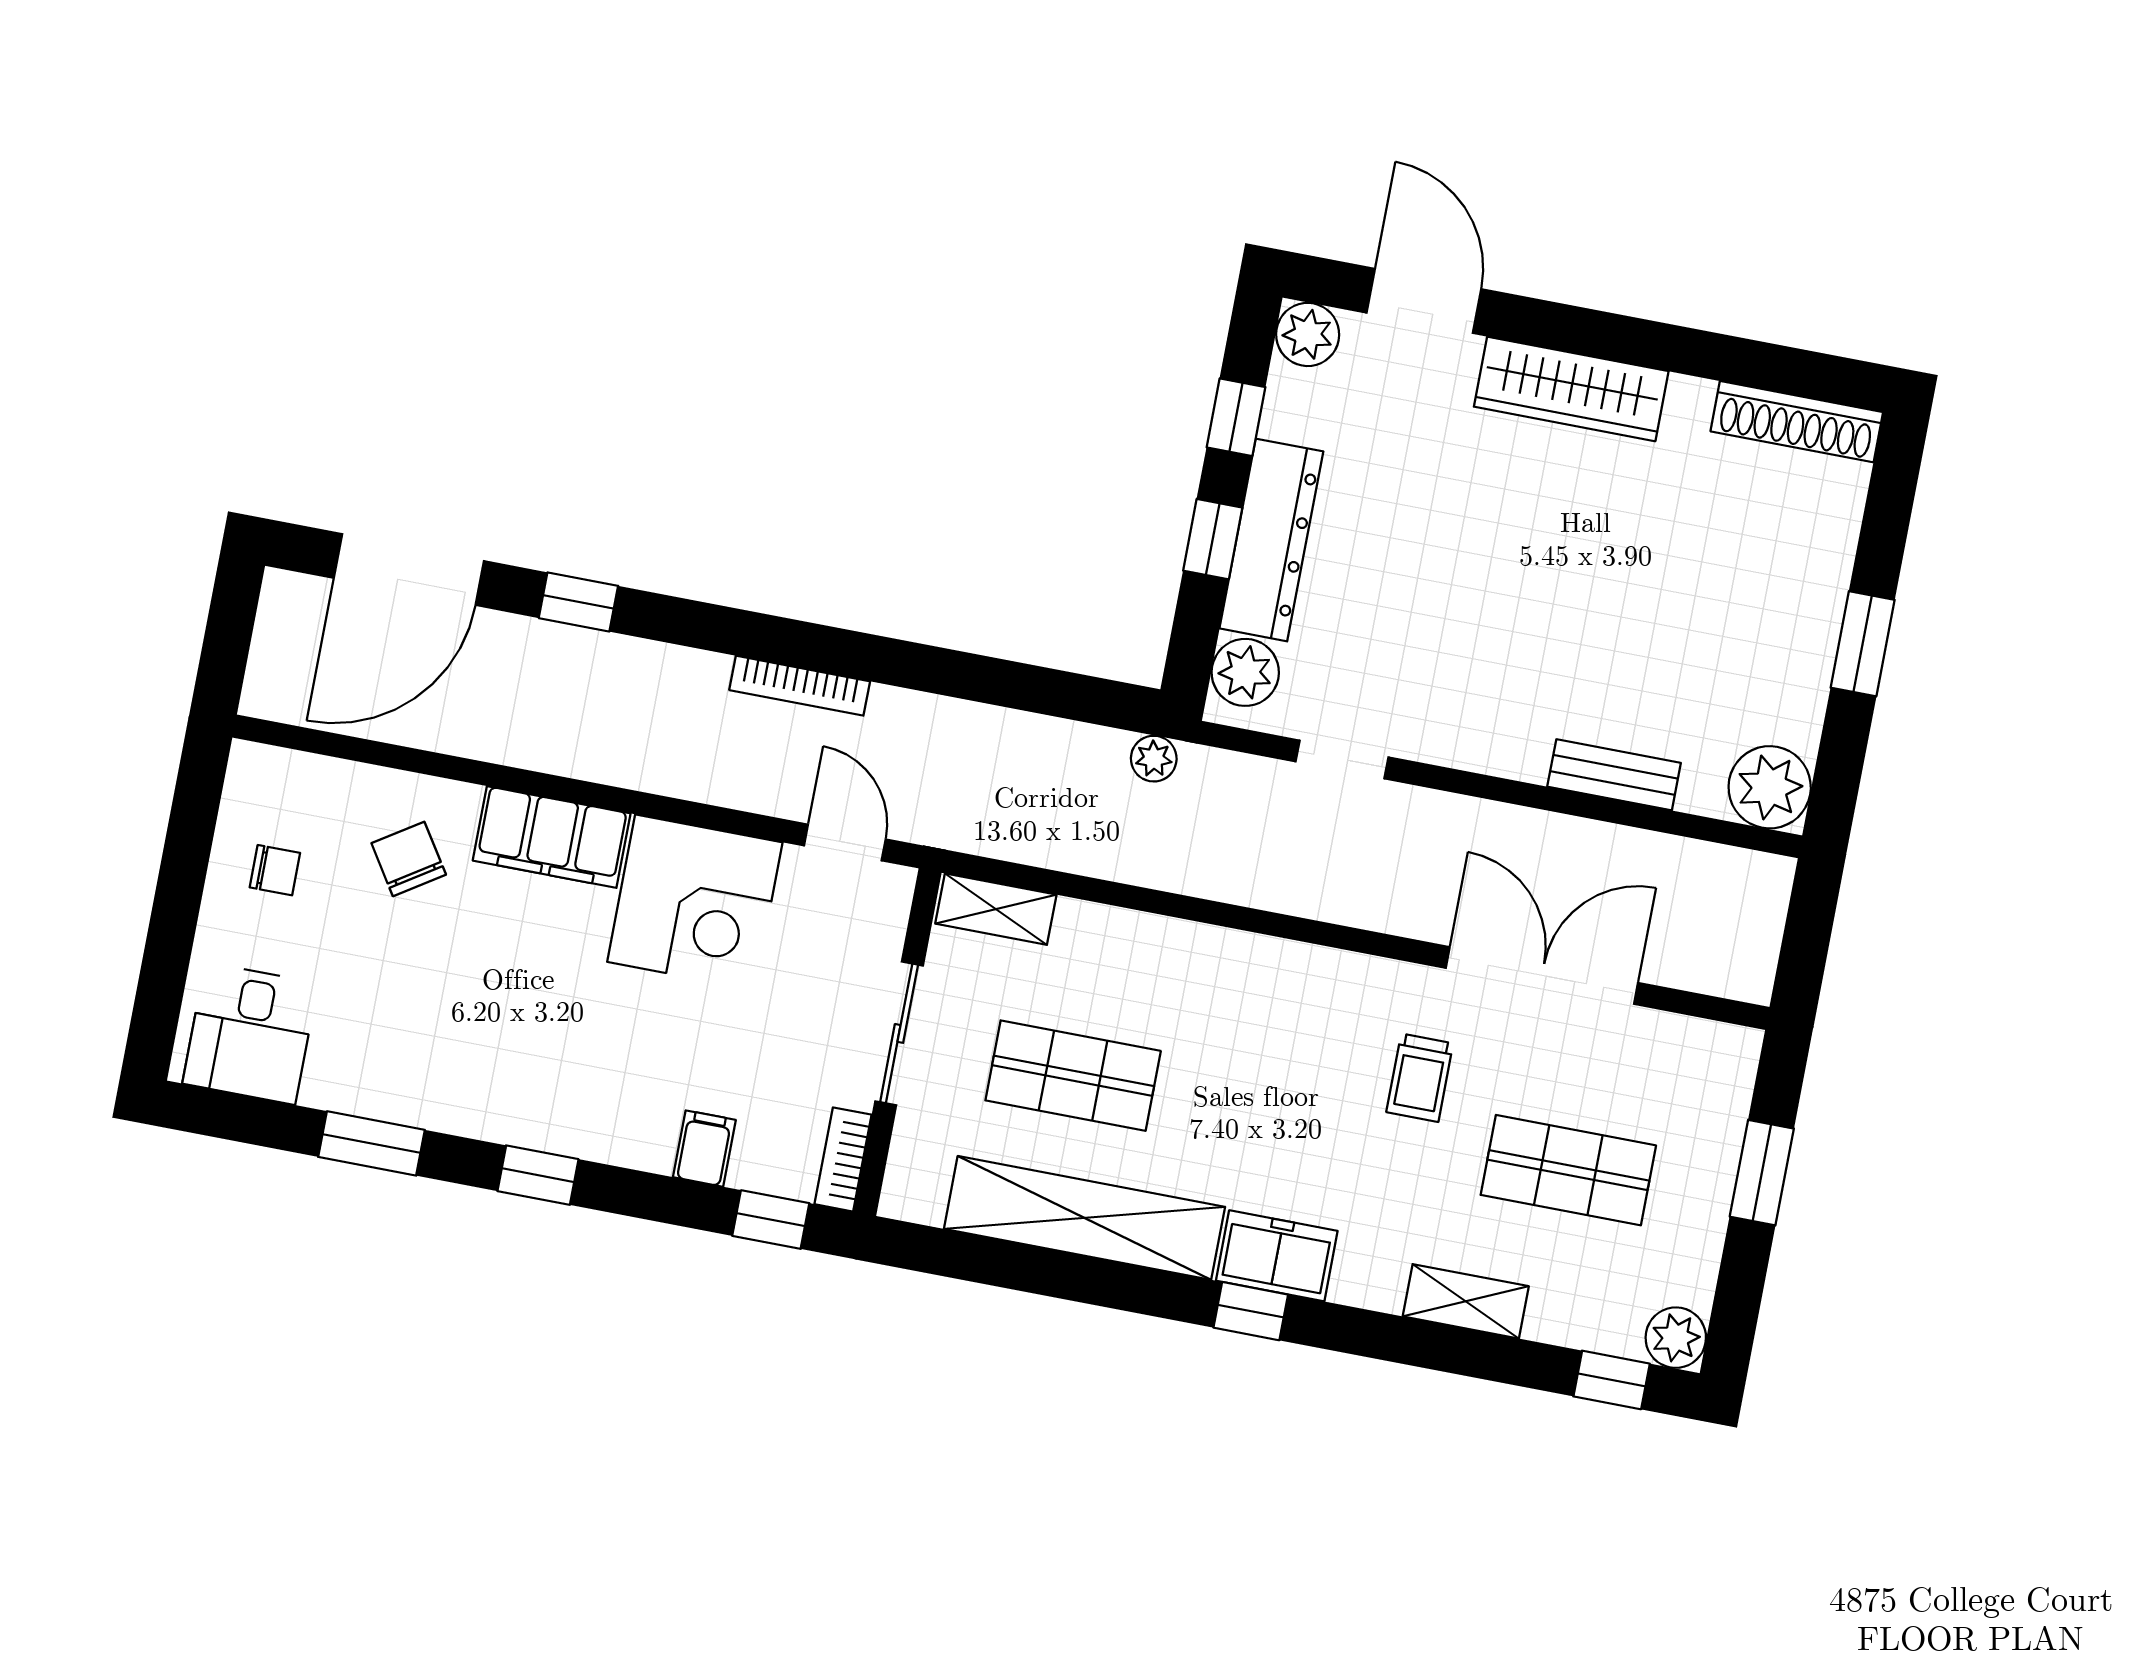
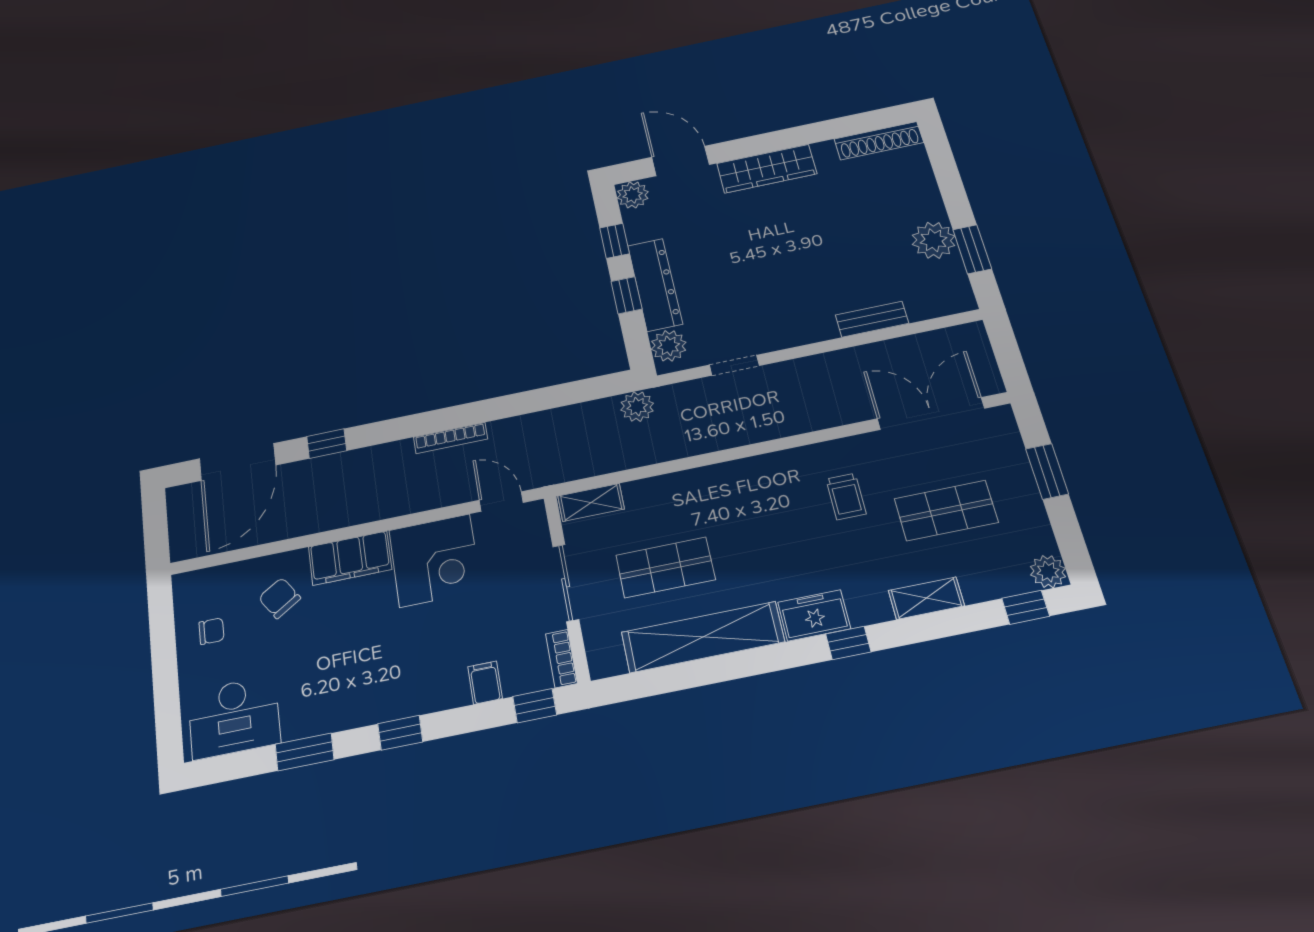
window: (1863, 644) -> (972, 249), moved
plant: (1154, 759) -> (637, 407), width x1.38, depth x1.38
plant: (1770, 787) -> (934, 240), moved
double door: (1542, 975) -> (931, 414), moved
desk: (250, 1033) -> (234, 717), width x1.37
window: (1251, 1311) -> (848, 643), moved

